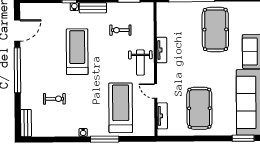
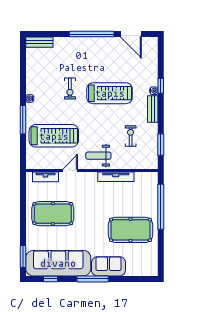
tv unit: (162, 50) -> (116, 177), width x1.41
exercise bike: (54, 99) -> (70, 88), moved

